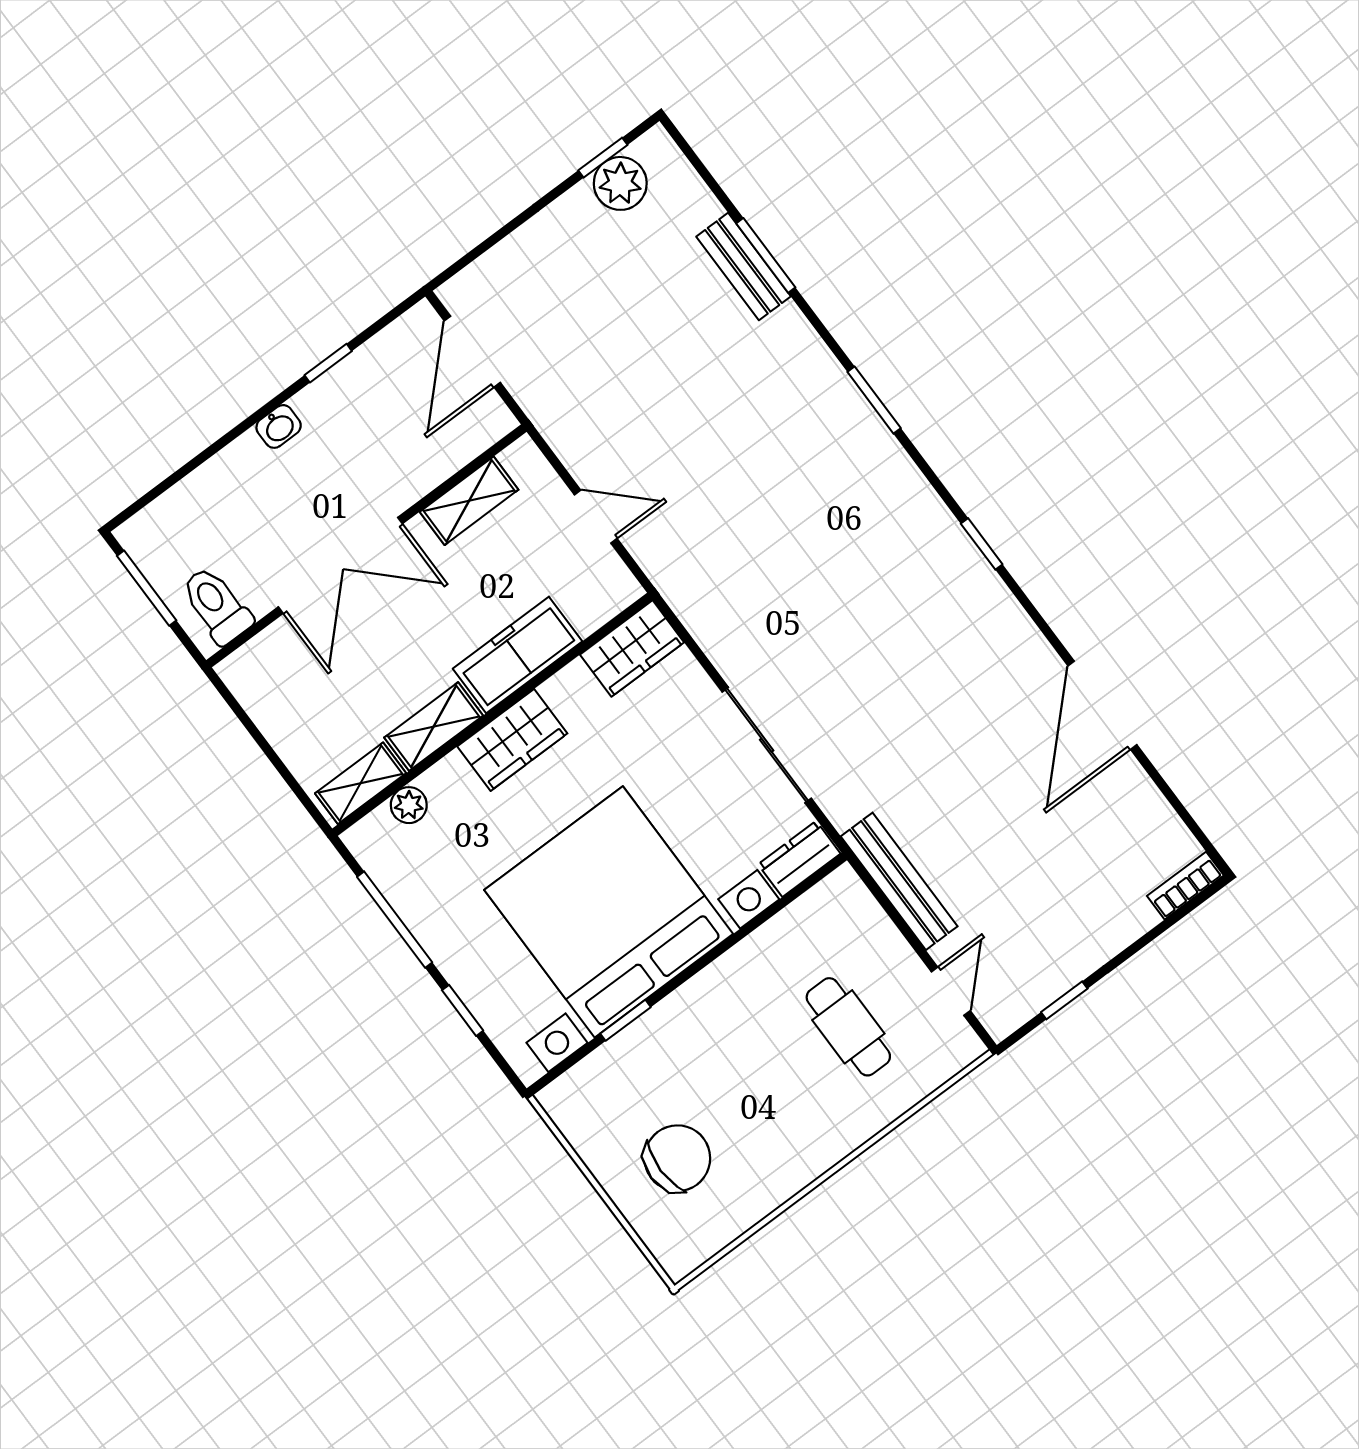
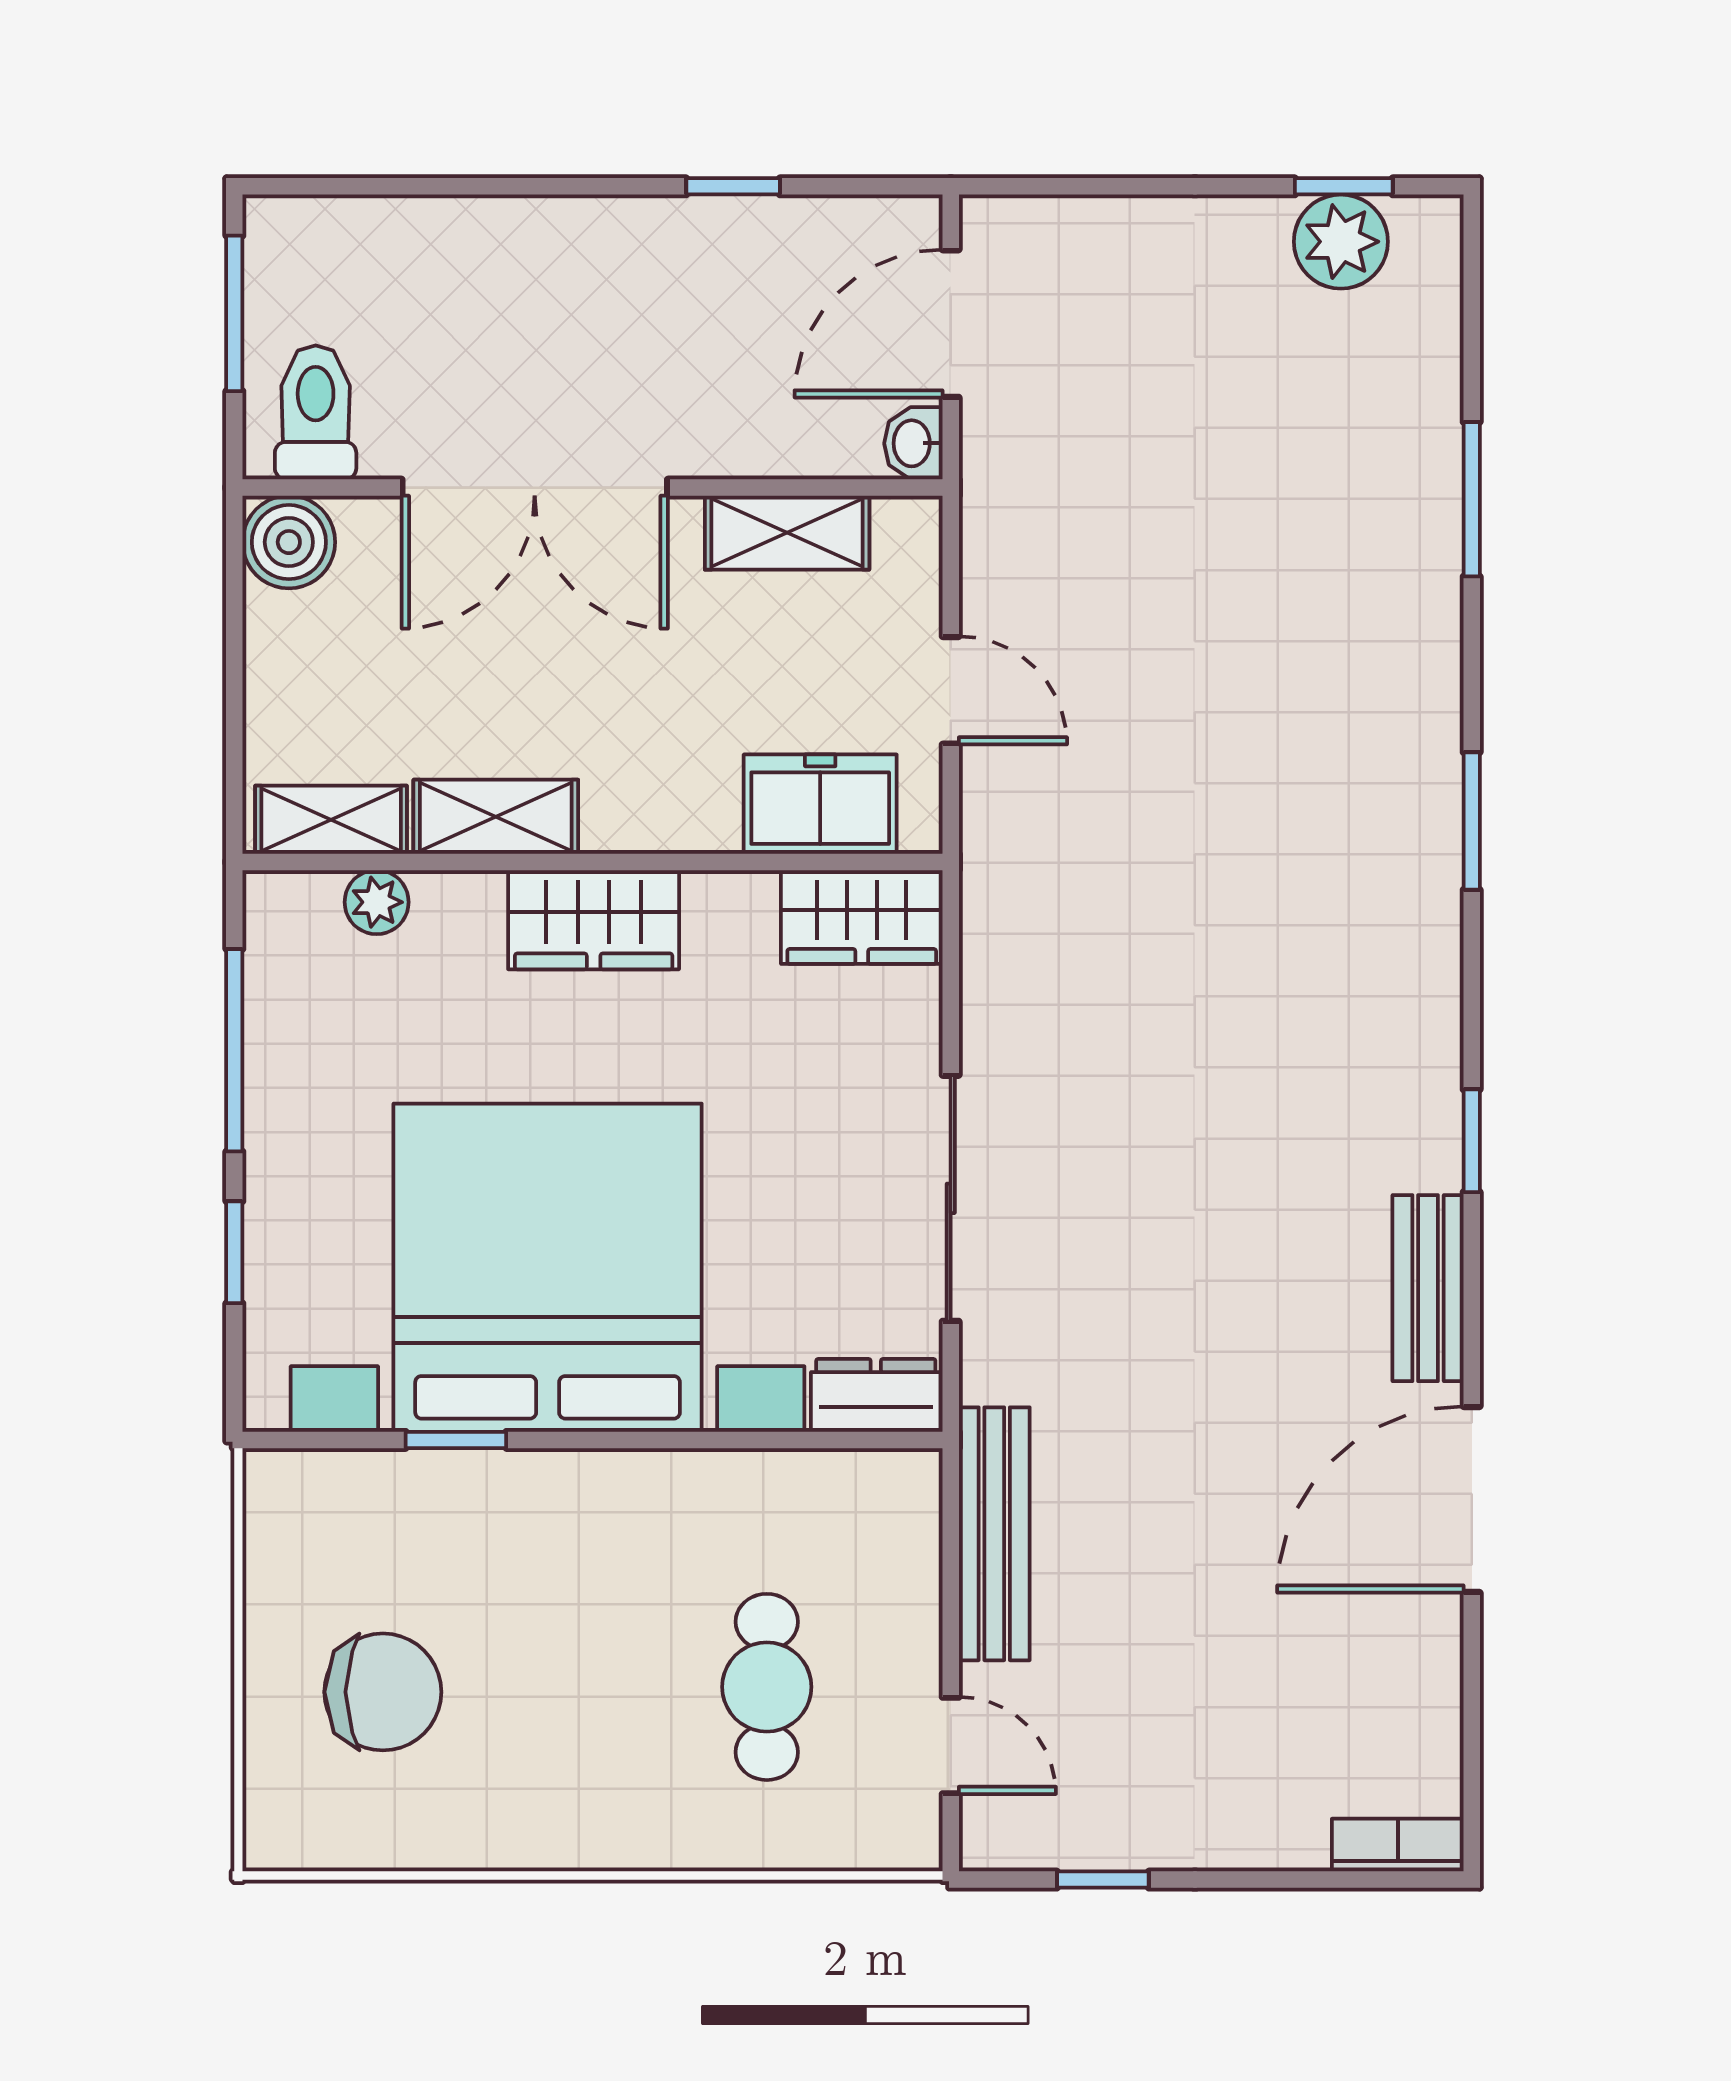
bench: (743, 266) -> (1428, 1288), moved
washbasin: (279, 426) -> (913, 443), moved, turned 90
freezer: (518, 655) -> (820, 804), moved, width x0.71
boiler: (248, 673) -> (289, 542), added
door: (951, 991) -> (951, 1745), hinge flipped

